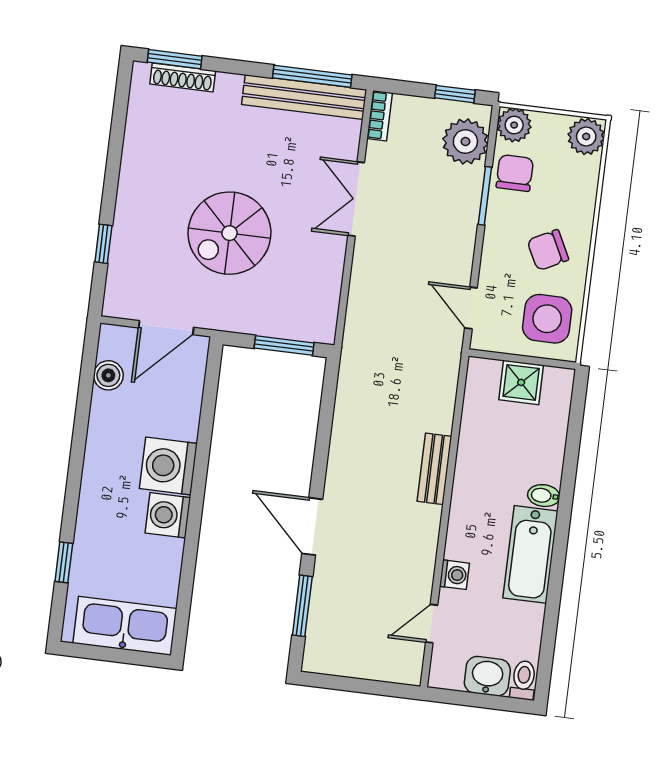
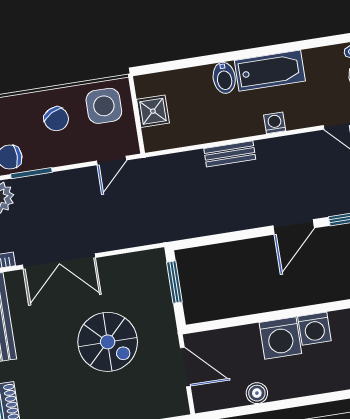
double door: (356, 199) -> (59, 261), width x1.37
boiler: (108, 375) -> (257, 393), moved
bidet: (544, 496) -> (224, 78), width x1.38, depth x1.36
washing machine: (454, 575) -> (275, 123), moved

